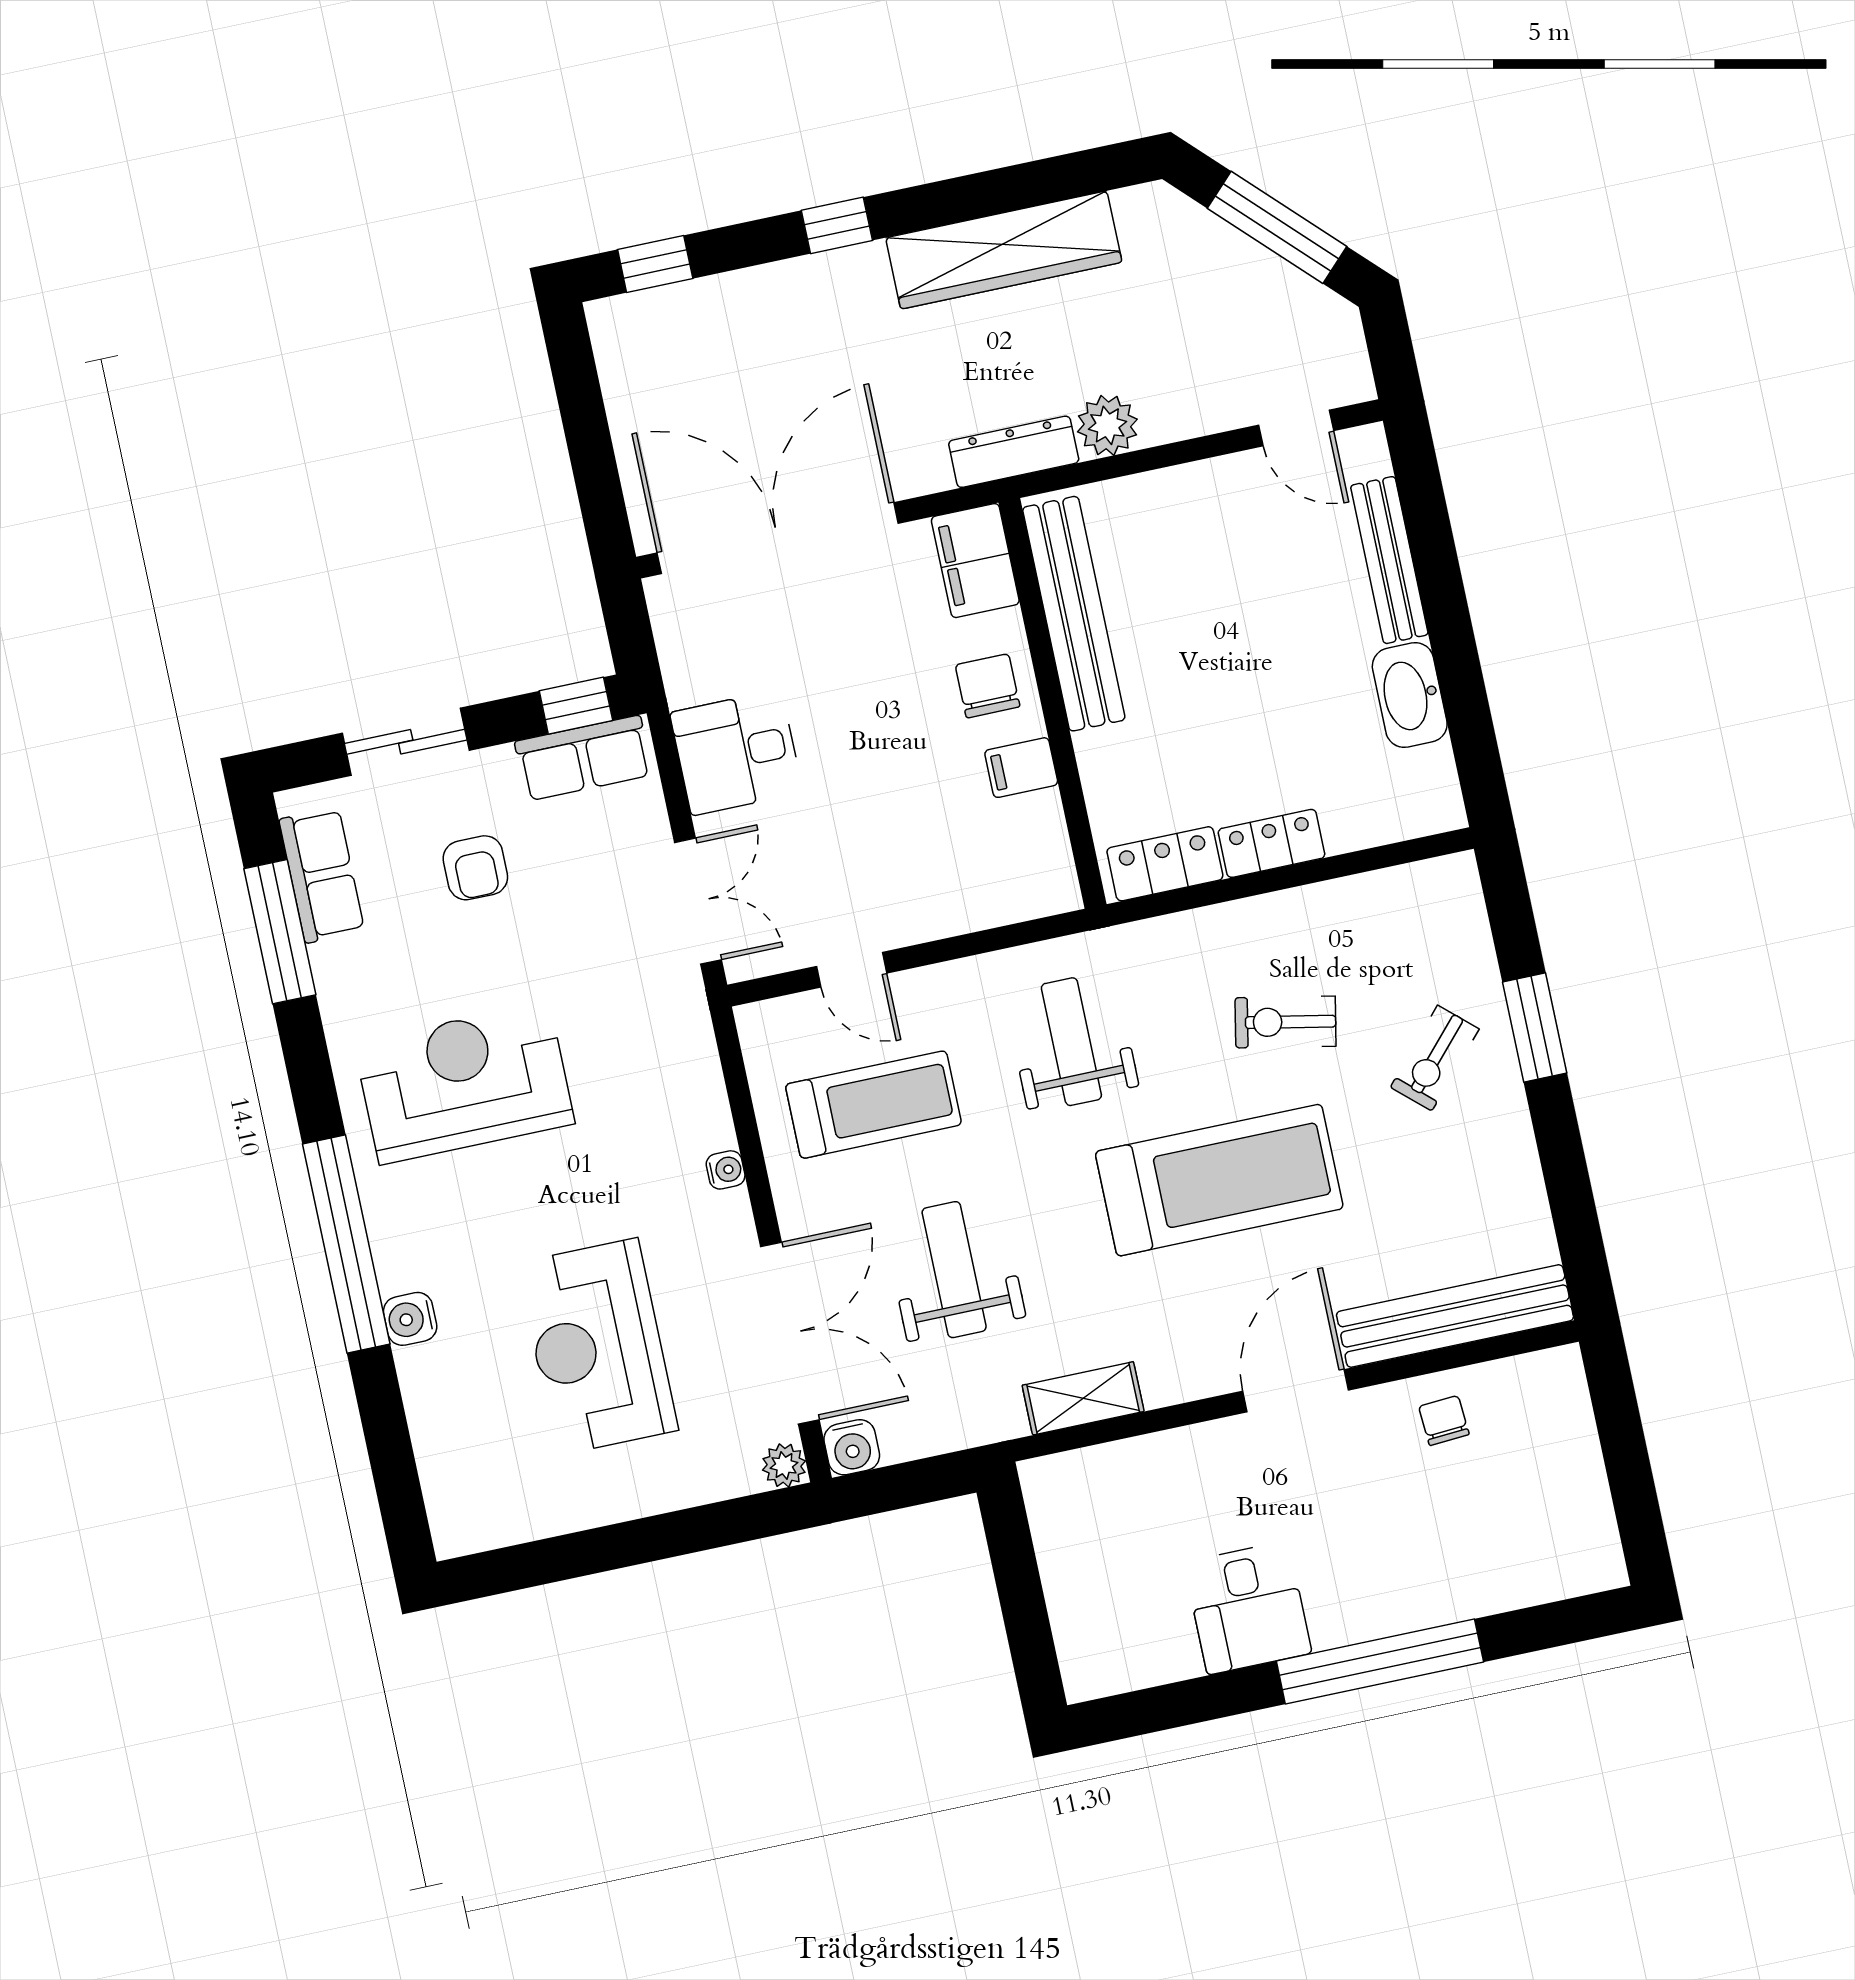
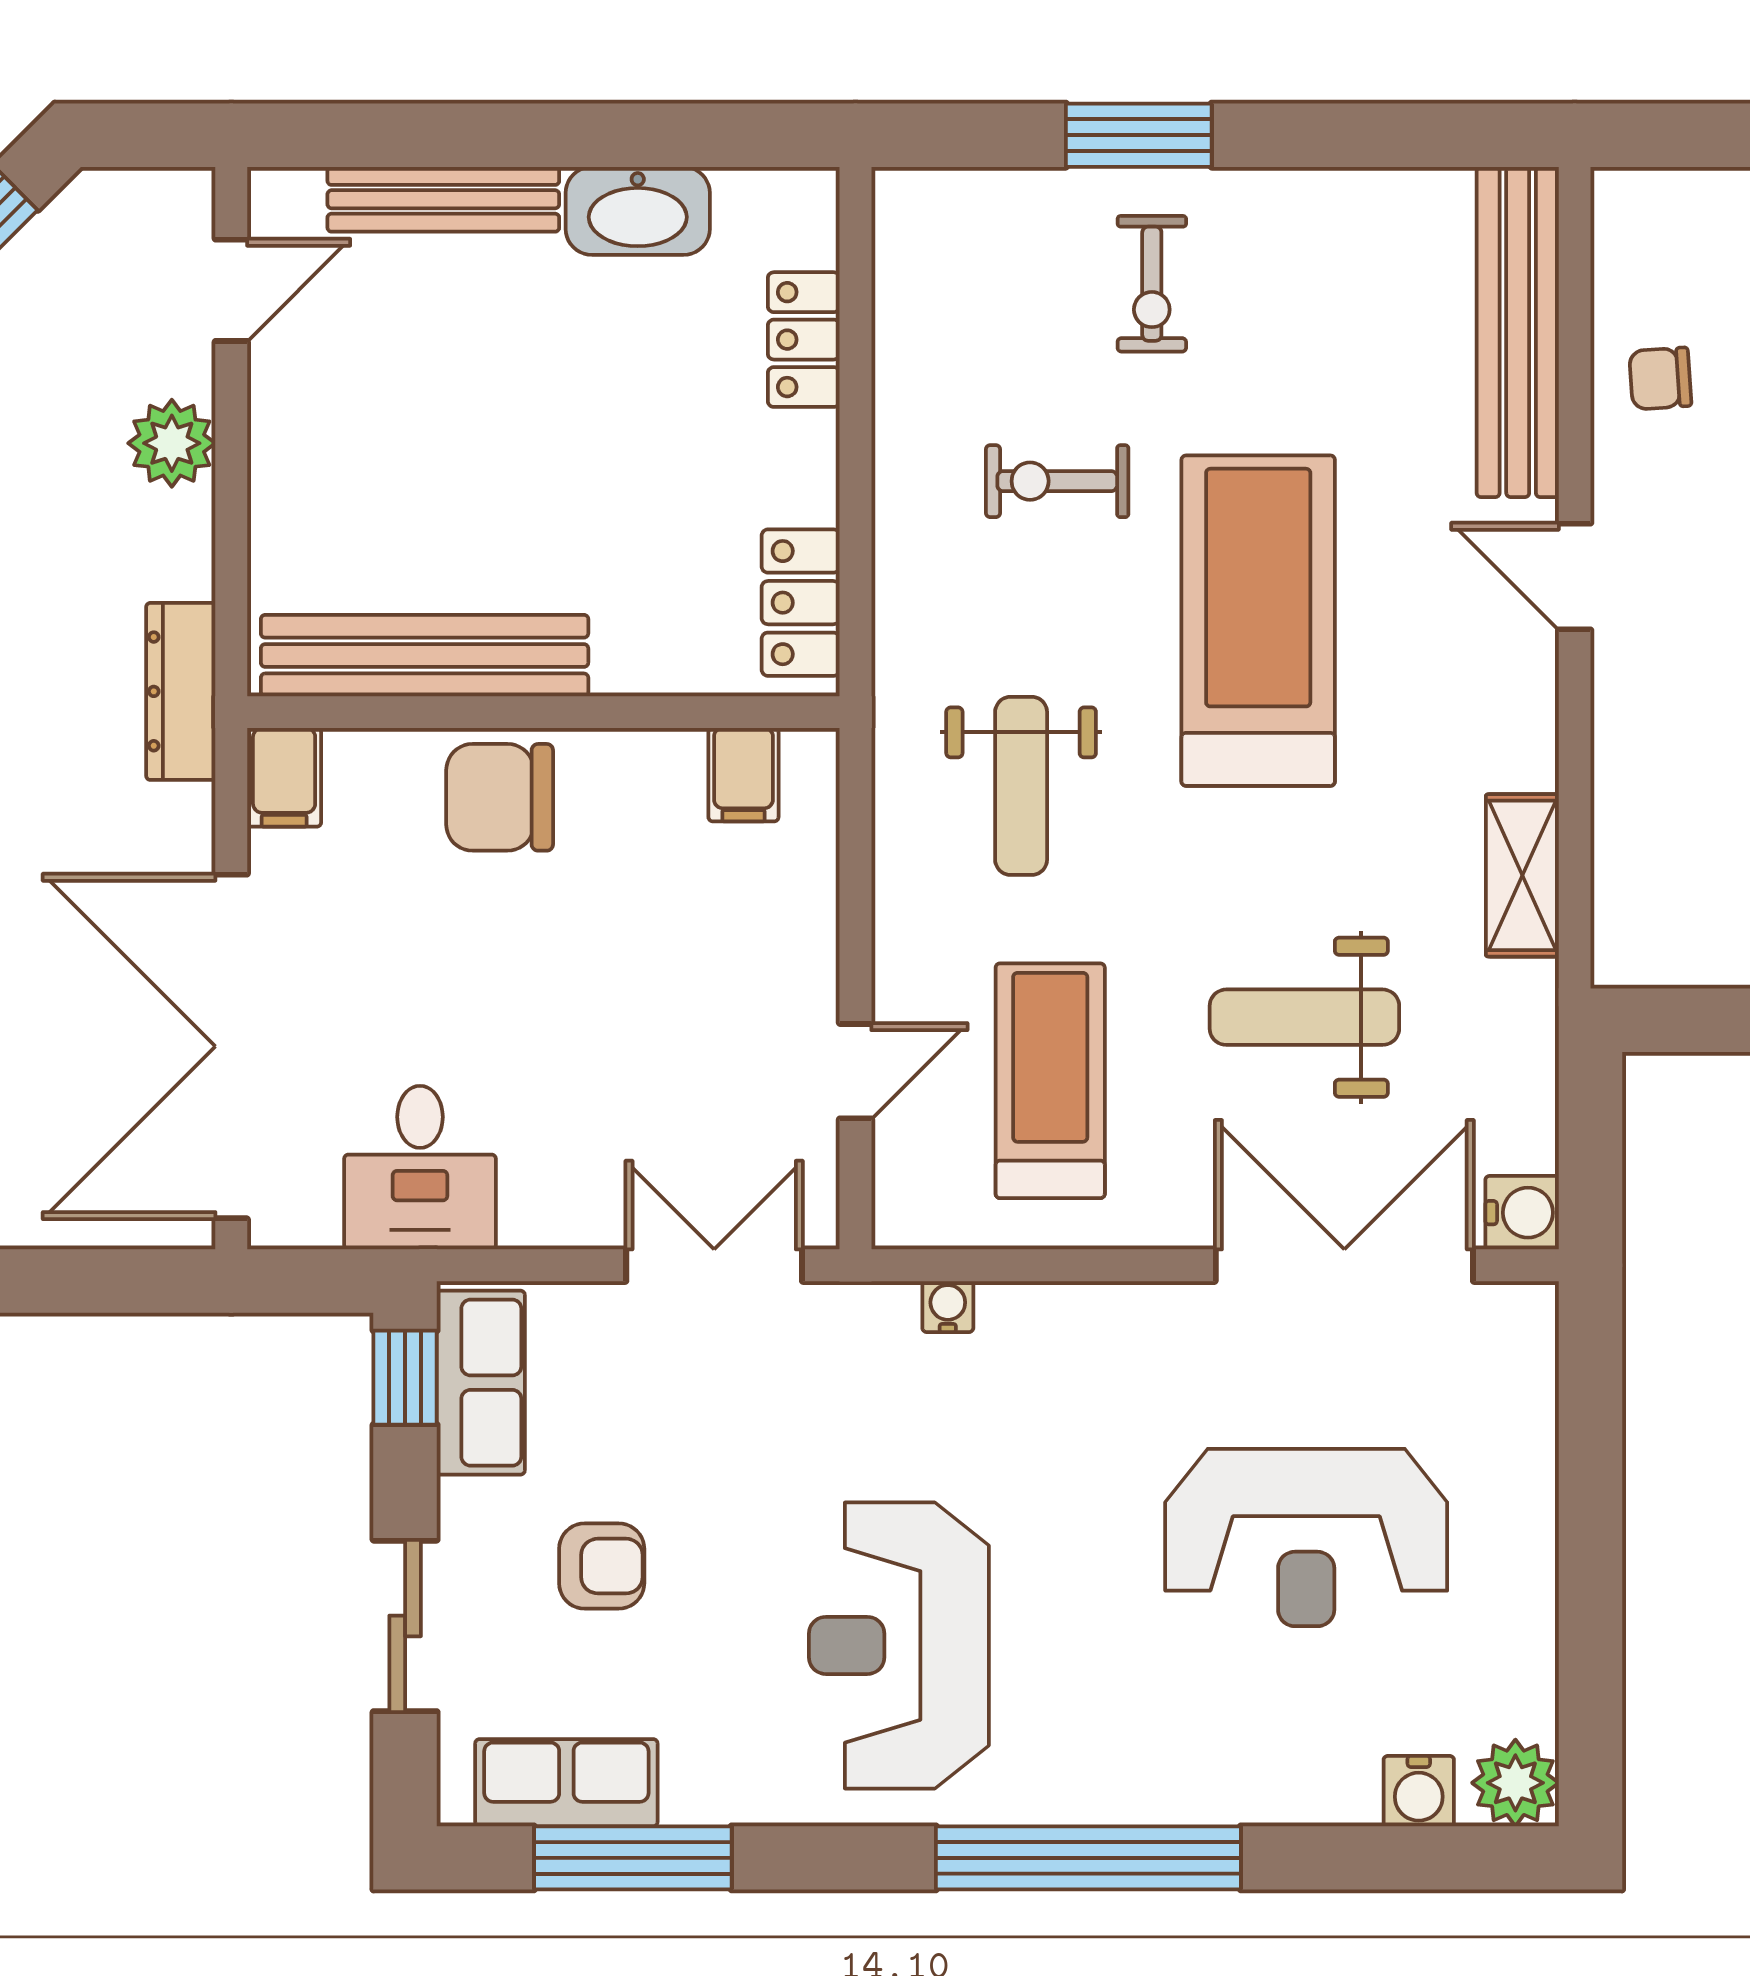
plant: (1107, 425) -> (172, 443), moved
filing cabinet: (975, 561) -> (284, 777), width x0.50
chair: (988, 686) -> (500, 797), width x1.37, depth x1.37
desk: (736, 753) -> (420, 1168), moved
filing cabinet: (1021, 768) -> (743, 775), moved
locker: (1272, 843) -> (804, 340), moved
exercise bike: (1286, 1022) -> (1057, 481), turned 79
weight bench: (1071, 1042) -> (1021, 786), turned -90
exercise bike: (1435, 1058) -> (1152, 284), turned 48
water cooler: (726, 1170) -> (948, 1307), moved
water cooler: (410, 1319) -> (1419, 1791), moved
door: (1296, 1391) -> (1575, 577), width x0.73
plant: (784, 1465) -> (1515, 1783), moved, width x1.38, depth x1.38

